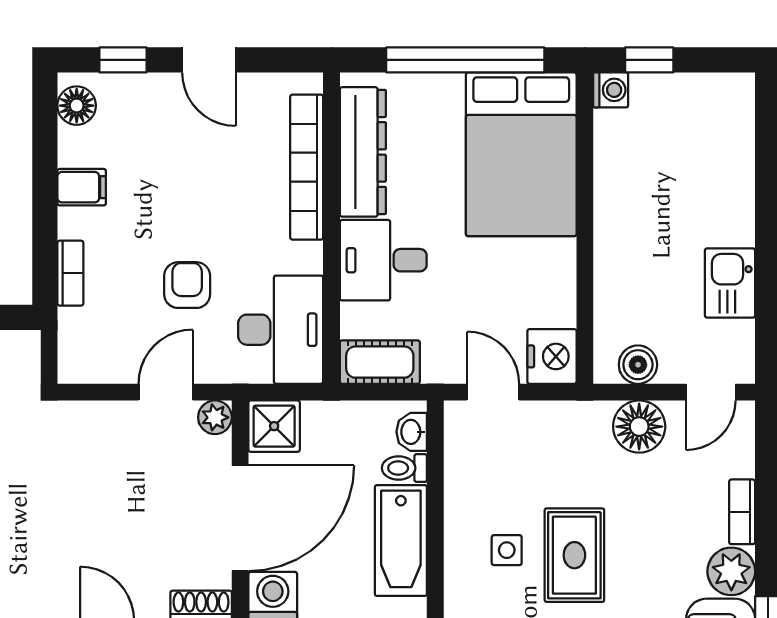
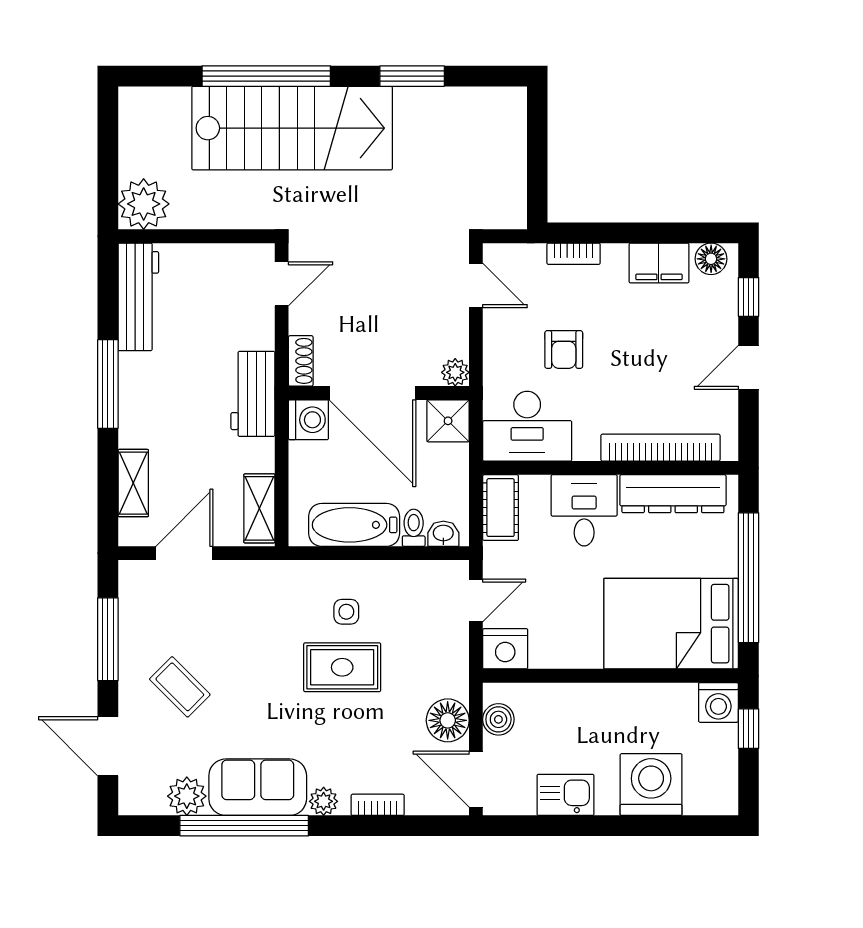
washing machine: (611, 90) -> (718, 702), width x1.38, depth x1.38
washing machine: (717, 179) -> (651, 785), added
filing cabinet: (82, 187) -> (659, 263), width x2.00
armchair: (187, 285) -> (564, 350), turned 90
door: (166, 392) -> (476, 285), moved
door: (711, 392) -> (476, 779), width x1.38
plant: (731, 571) -> (324, 801), width x0.73, depth x0.73

